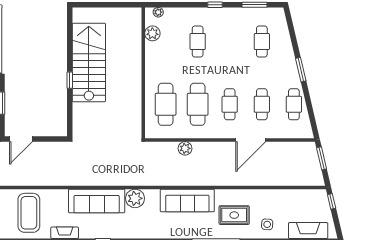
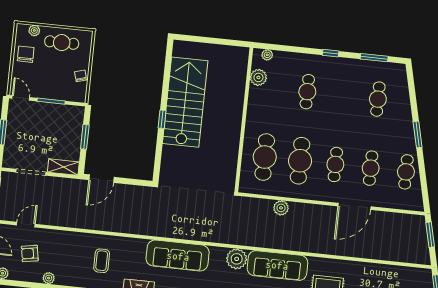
plant: (135, 198) -> (237, 259), moved
coffee table: (29, 213) -> (102, 261), width x0.54, depth x0.58

